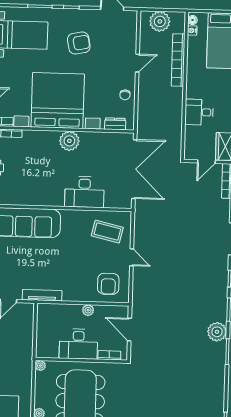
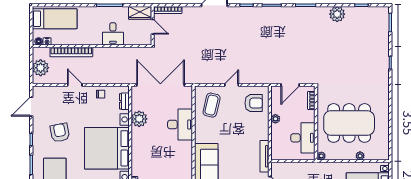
plant: (69, 141) -> (139, 119), moved
plant: (217, 332) -> (337, 14), moved
desk: (78, 344) -> (303, 138), moved

